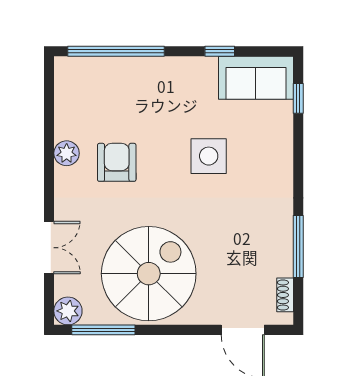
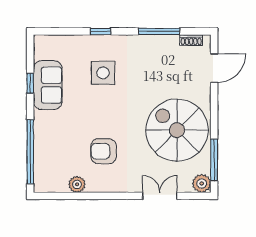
sofa: (256, 78) -> (48, 85), moved
window: (298, 98) -> (101, 31), moved
plant: (67, 153) -> (77, 184), moved
side table: (209, 156) -> (103, 73), moved

